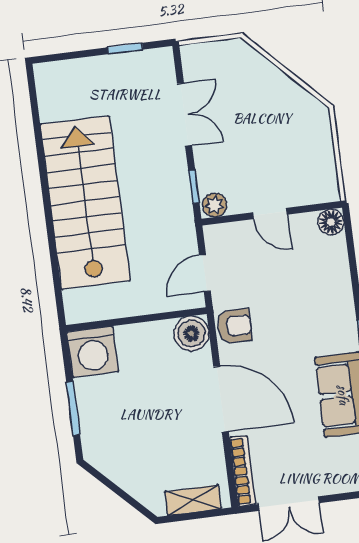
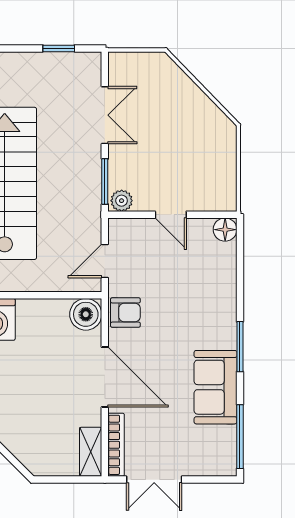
window: (194, 187) -> (105, 182), width x1.50
shelving: (193, 500) -> (91, 452), moved, turned 90

